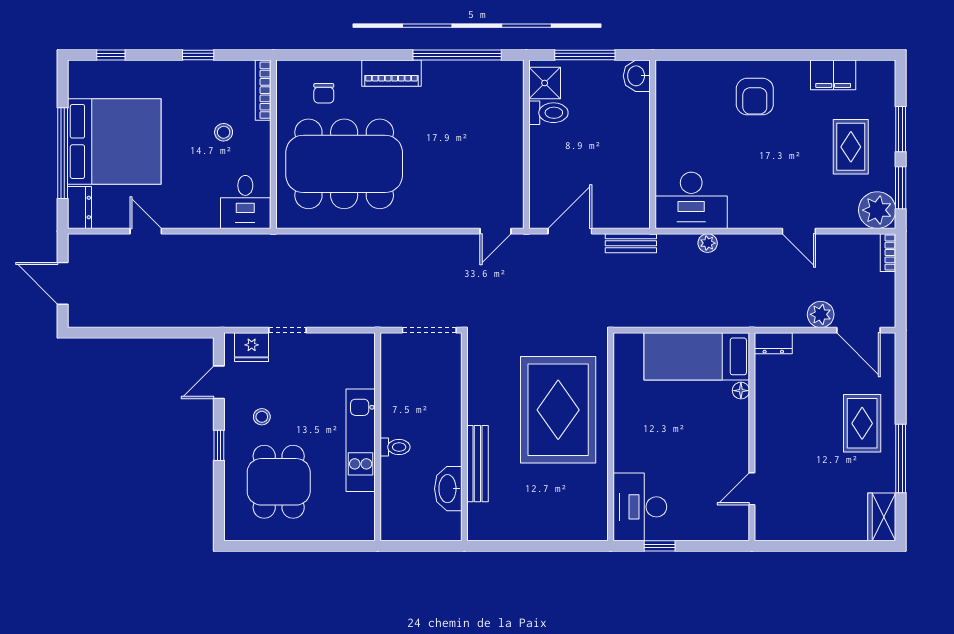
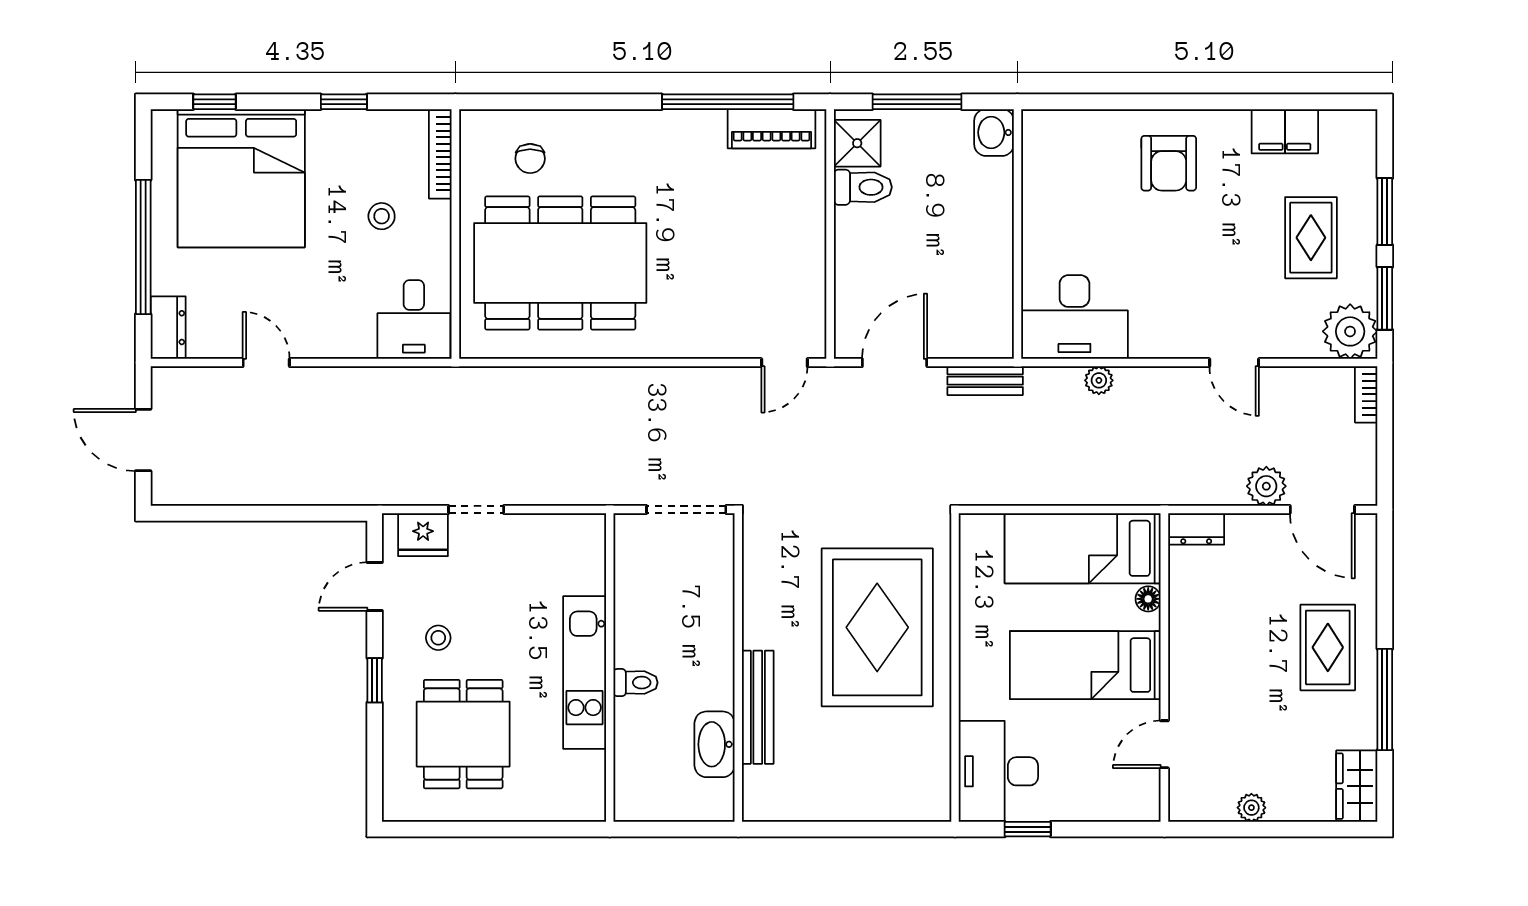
piano: (391, 73) -> (772, 129), moved
bed: (114, 141) -> (241, 178), moved, turned 90
bed: (698, 435) -> (1085, 665), added
plant: (811, 531) -> (1251, 808), added

